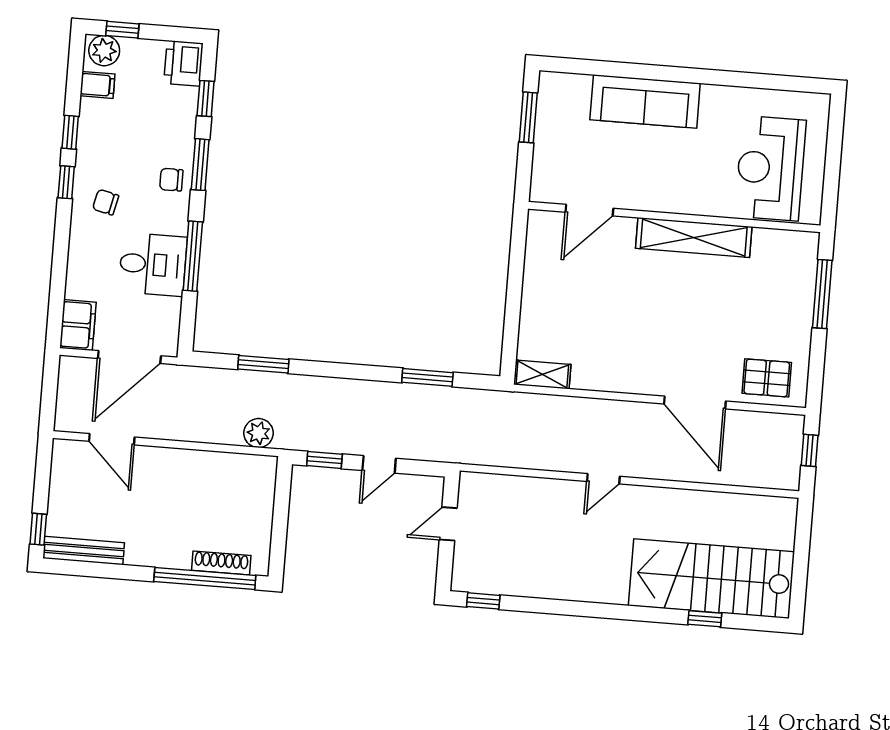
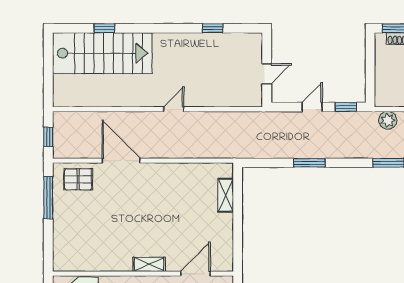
shelving: (694, 238) -> (149, 264), width x0.45, depth x0.75
window: (822, 294) -> (48, 198), moved
shelving: (542, 374) -> (226, 195), moved, turned 90
window: (427, 377) -> (309, 163), moved
window: (483, 601) -> (213, 28), moved

